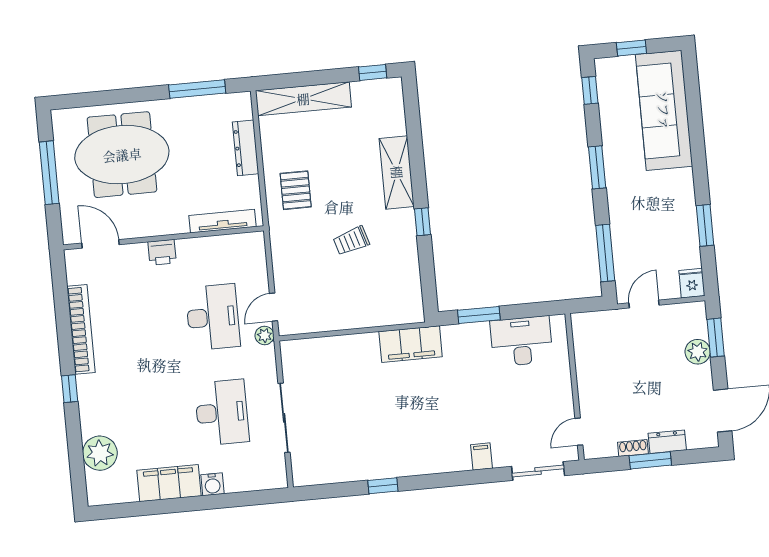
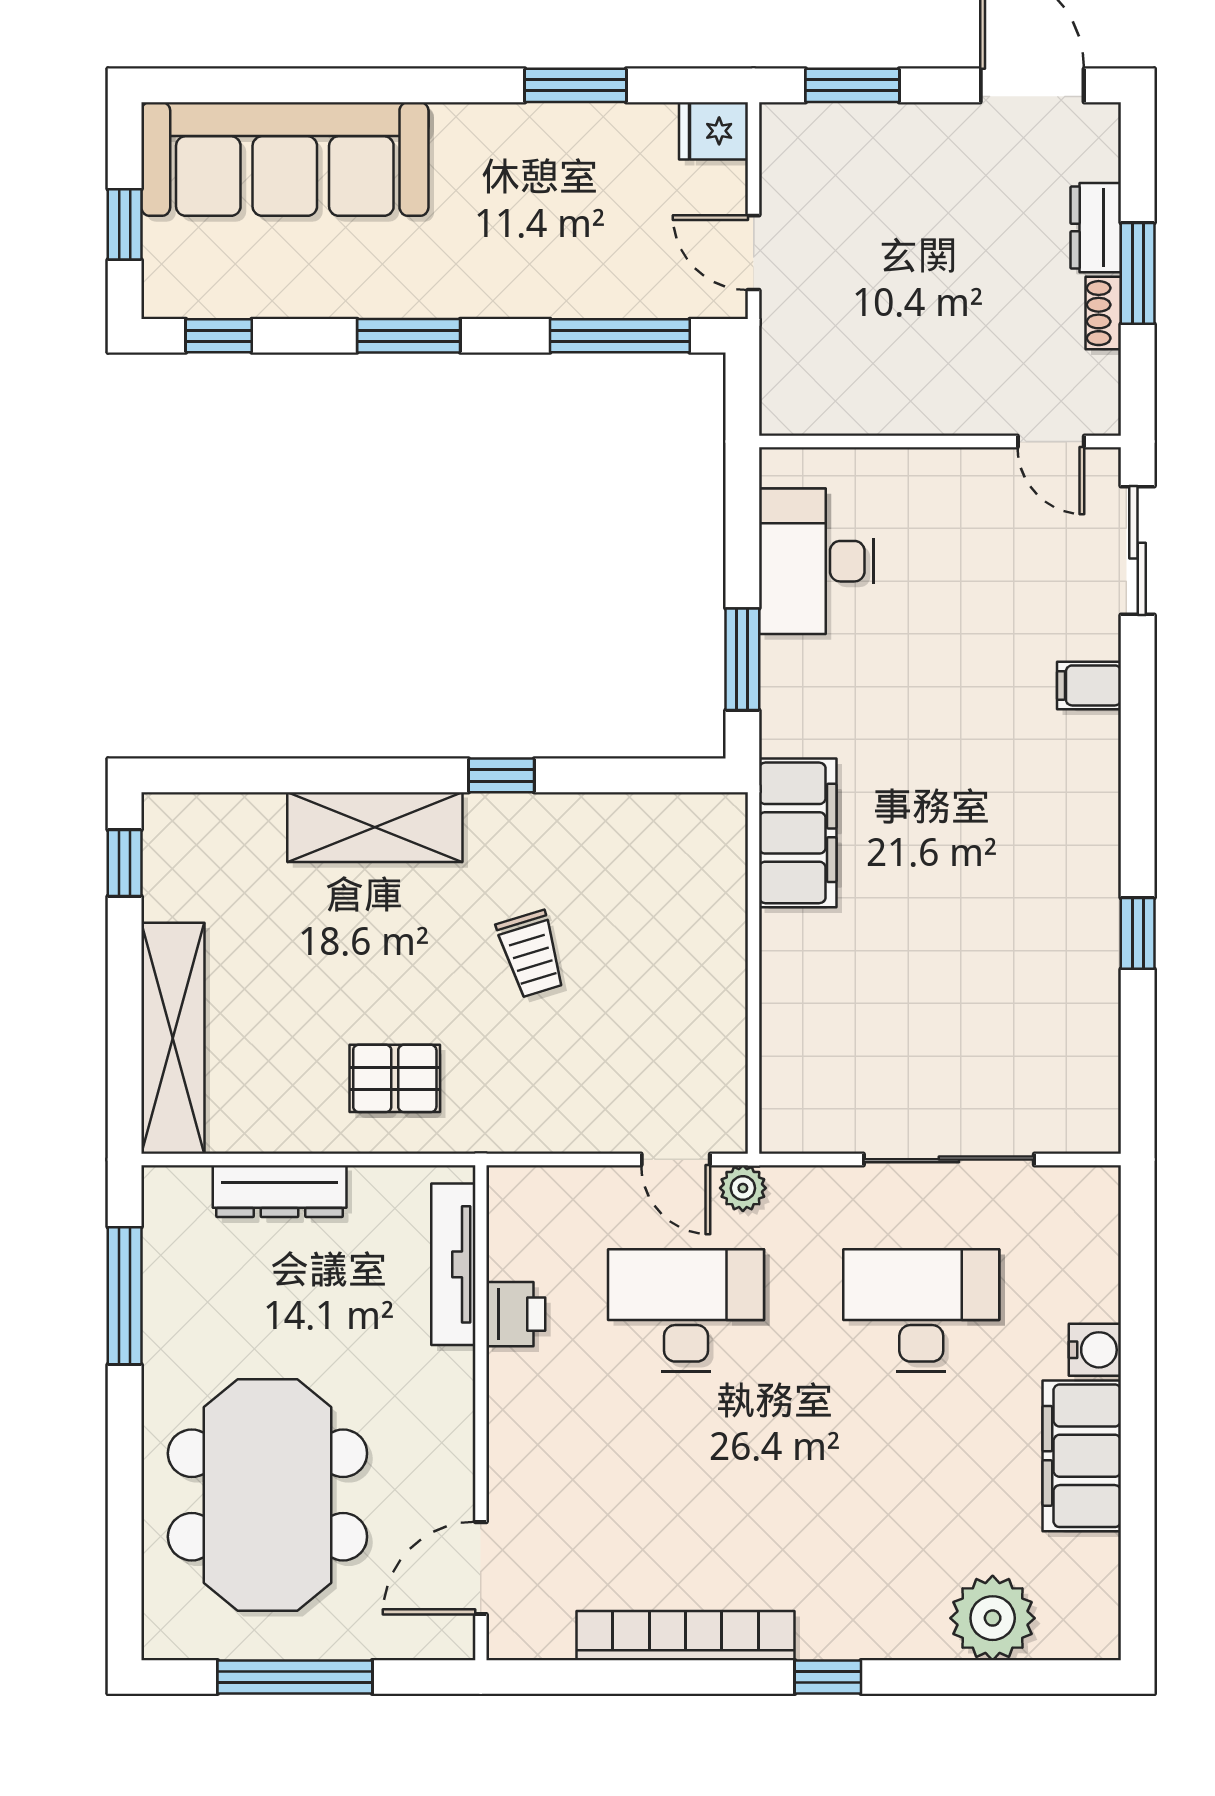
printer: (162, 252) -> (516, 1314), moved
plant: (698, 352) -> (883, 133), removed

